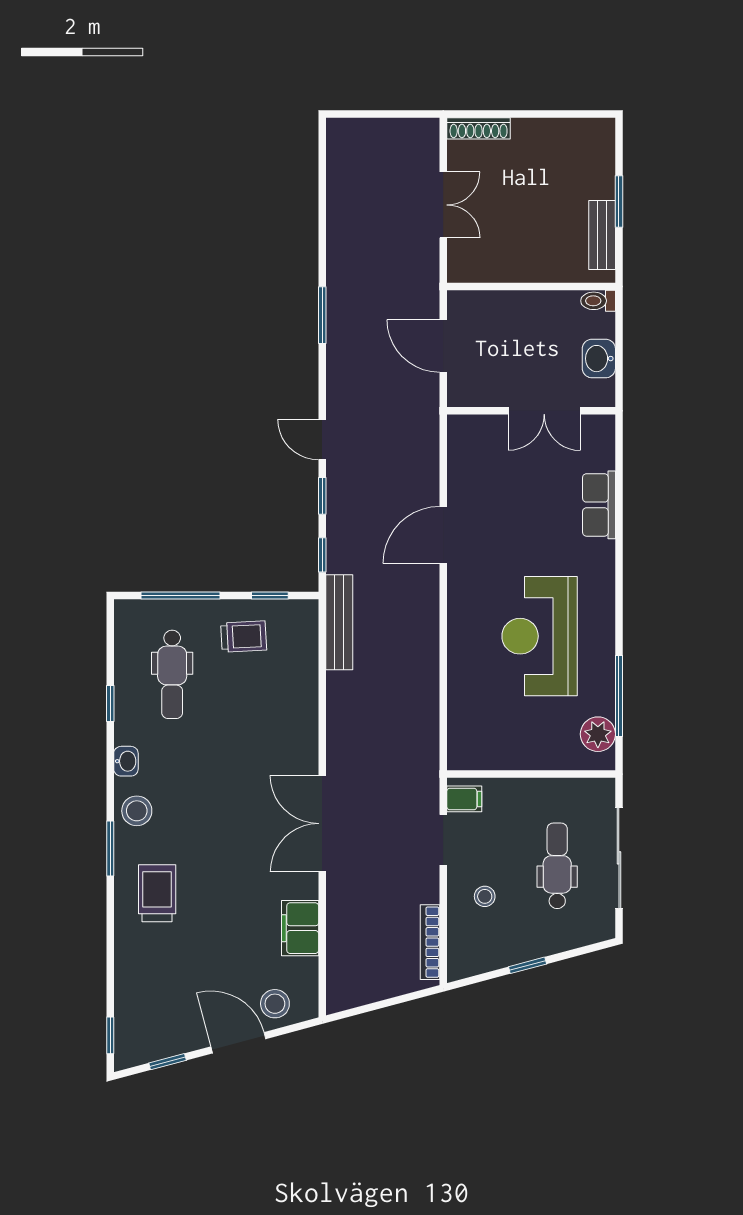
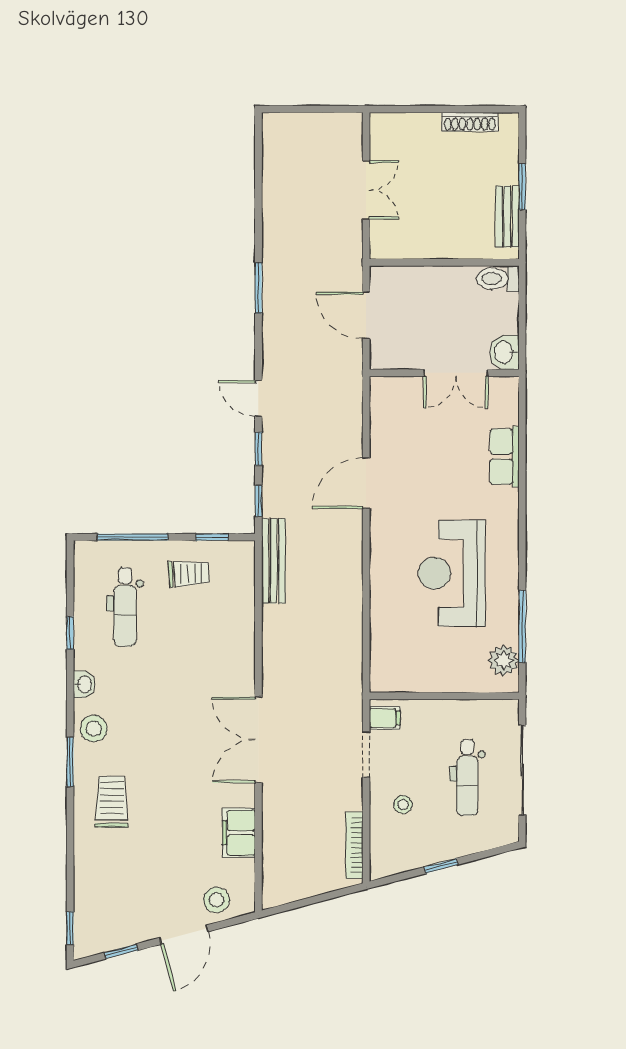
shoe rack: (479, 128) -> (470, 122), moved
toilet: (598, 301) -> (498, 279), width x1.37, depth x1.39
washbasin: (599, 359) -> (504, 352), moved
dental chair: (557, 866) -> (467, 777), turned 180
door: (238, 1043) -> (184, 935), swing flipped

